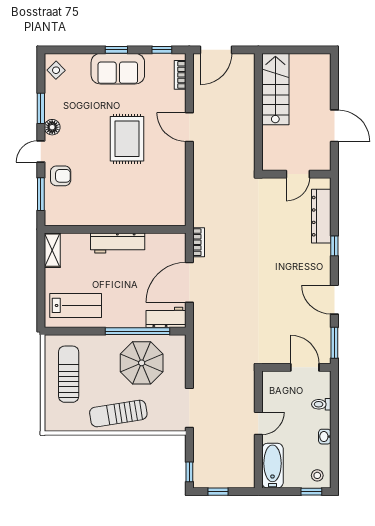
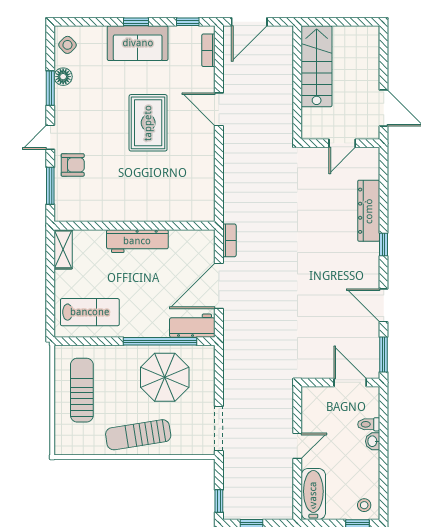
floor lamp: (52, 127) -> (63, 77), moved
wall: (296, 174) -> (340, 143), moved
door: (298, 174) -> (342, 143), moved
washbasin: (325, 437) -> (373, 441), moved

